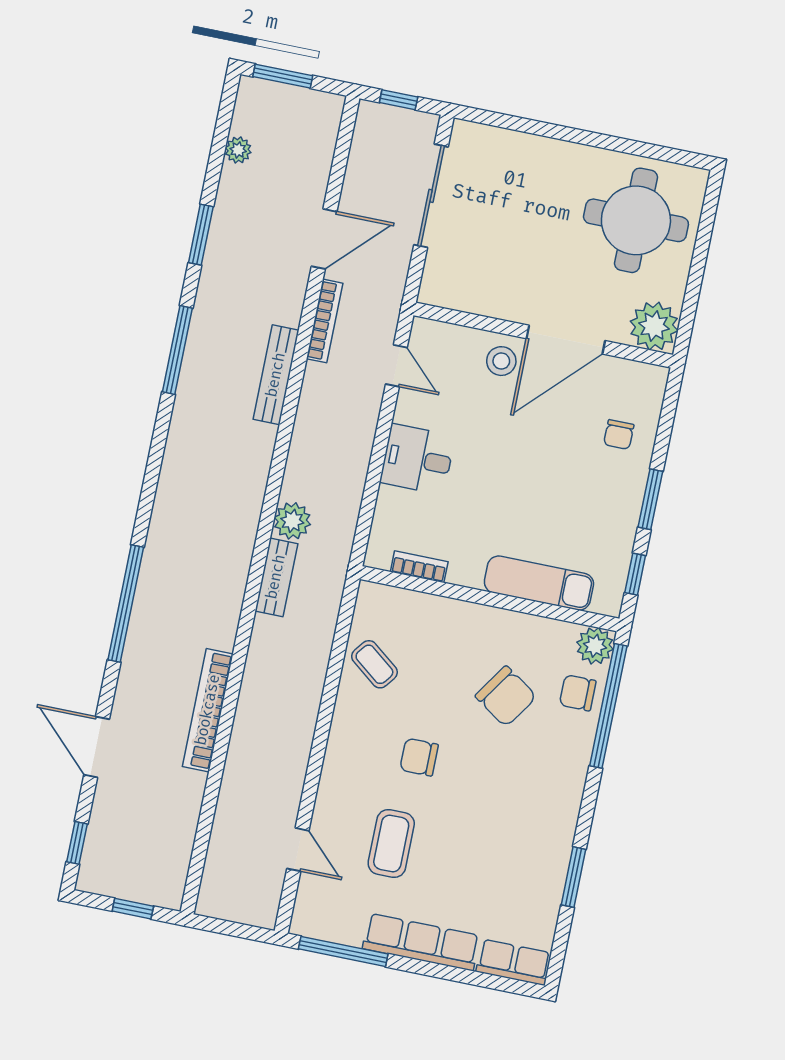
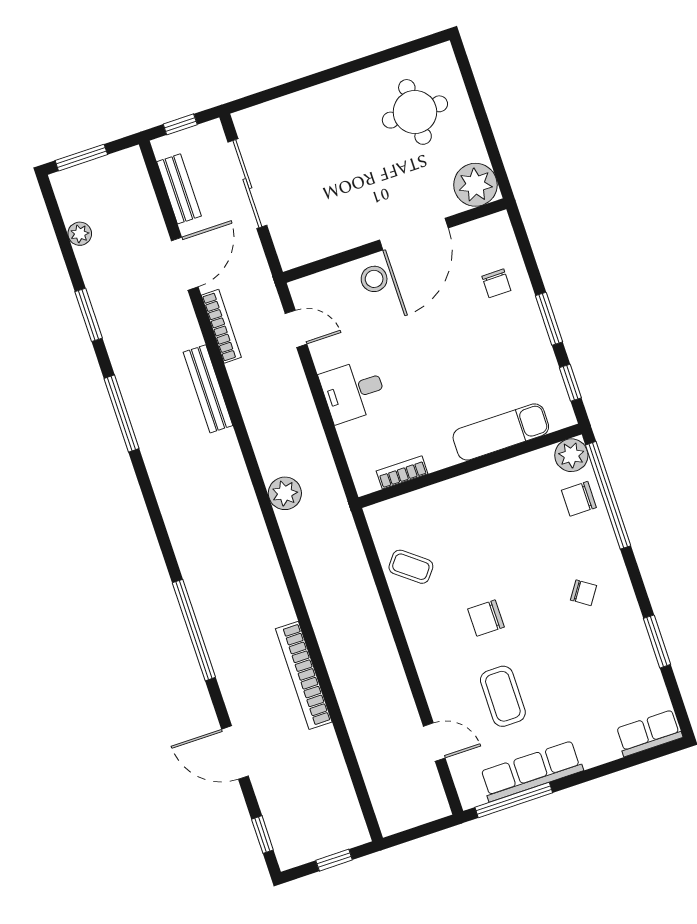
round table: (636, 220) -> (415, 112), width x0.73, depth x0.73
bench: (276, 577) -> (179, 189), moved
chair: (506, 696) -> (583, 593), moved, width x0.54, depth x0.54
row of seats: (421, 942) -> (531, 771), moved

